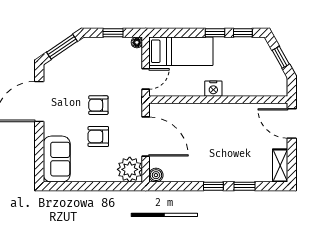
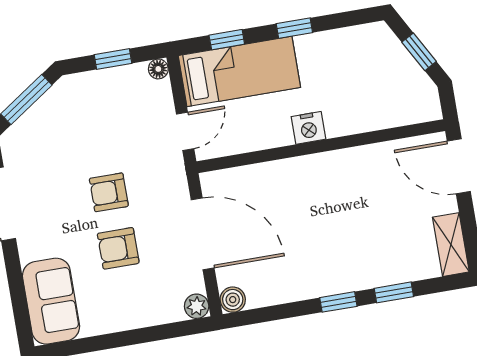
window: (243, 33) -> (227, 40), moved
plant: (130, 169) -> (197, 306), width x0.53, depth x0.53

